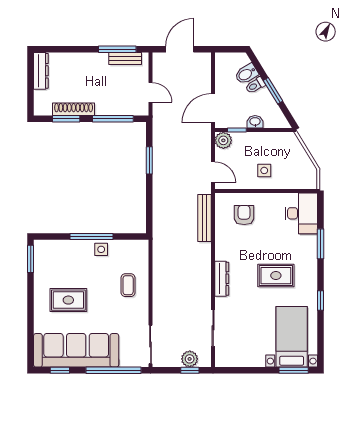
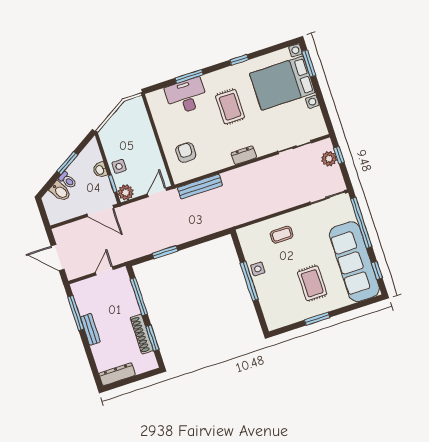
bench: (125, 58) -> (90, 329), moved
side table: (264, 170) -> (119, 166), moved
desk: (301, 213) -> (186, 96), moved
armchair: (244, 215) -> (186, 152), turned 90
window: (31, 259) -> (317, 319), moved
dresser: (222, 279) -> (244, 155), width x0.70
bed with nightstands: (292, 337) -> (282, 83), width x1.36

